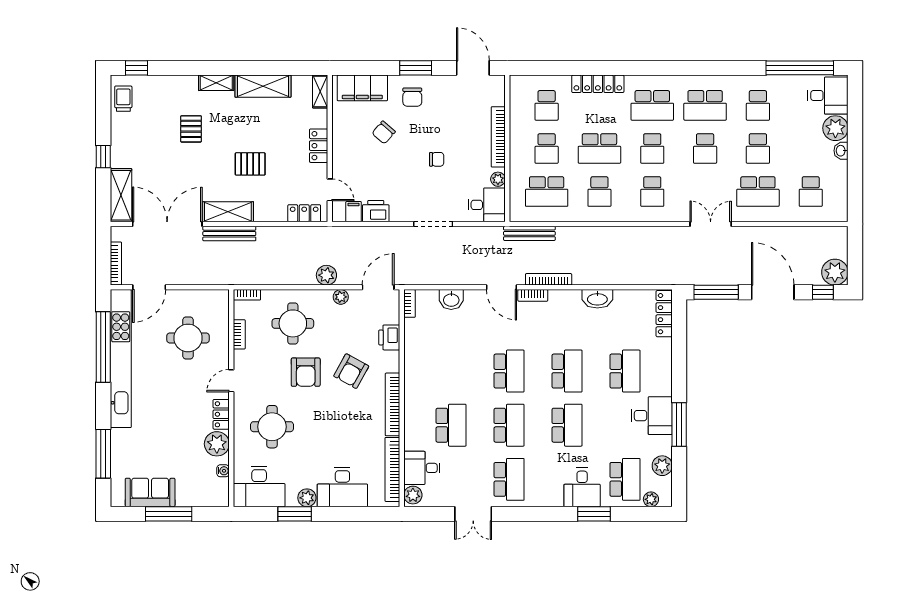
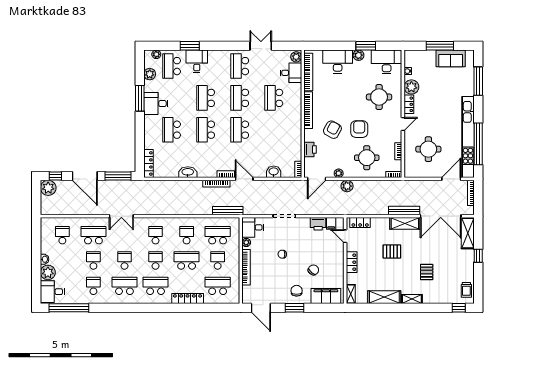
school desk: (547, 105) -> (218, 286), width x1.85

